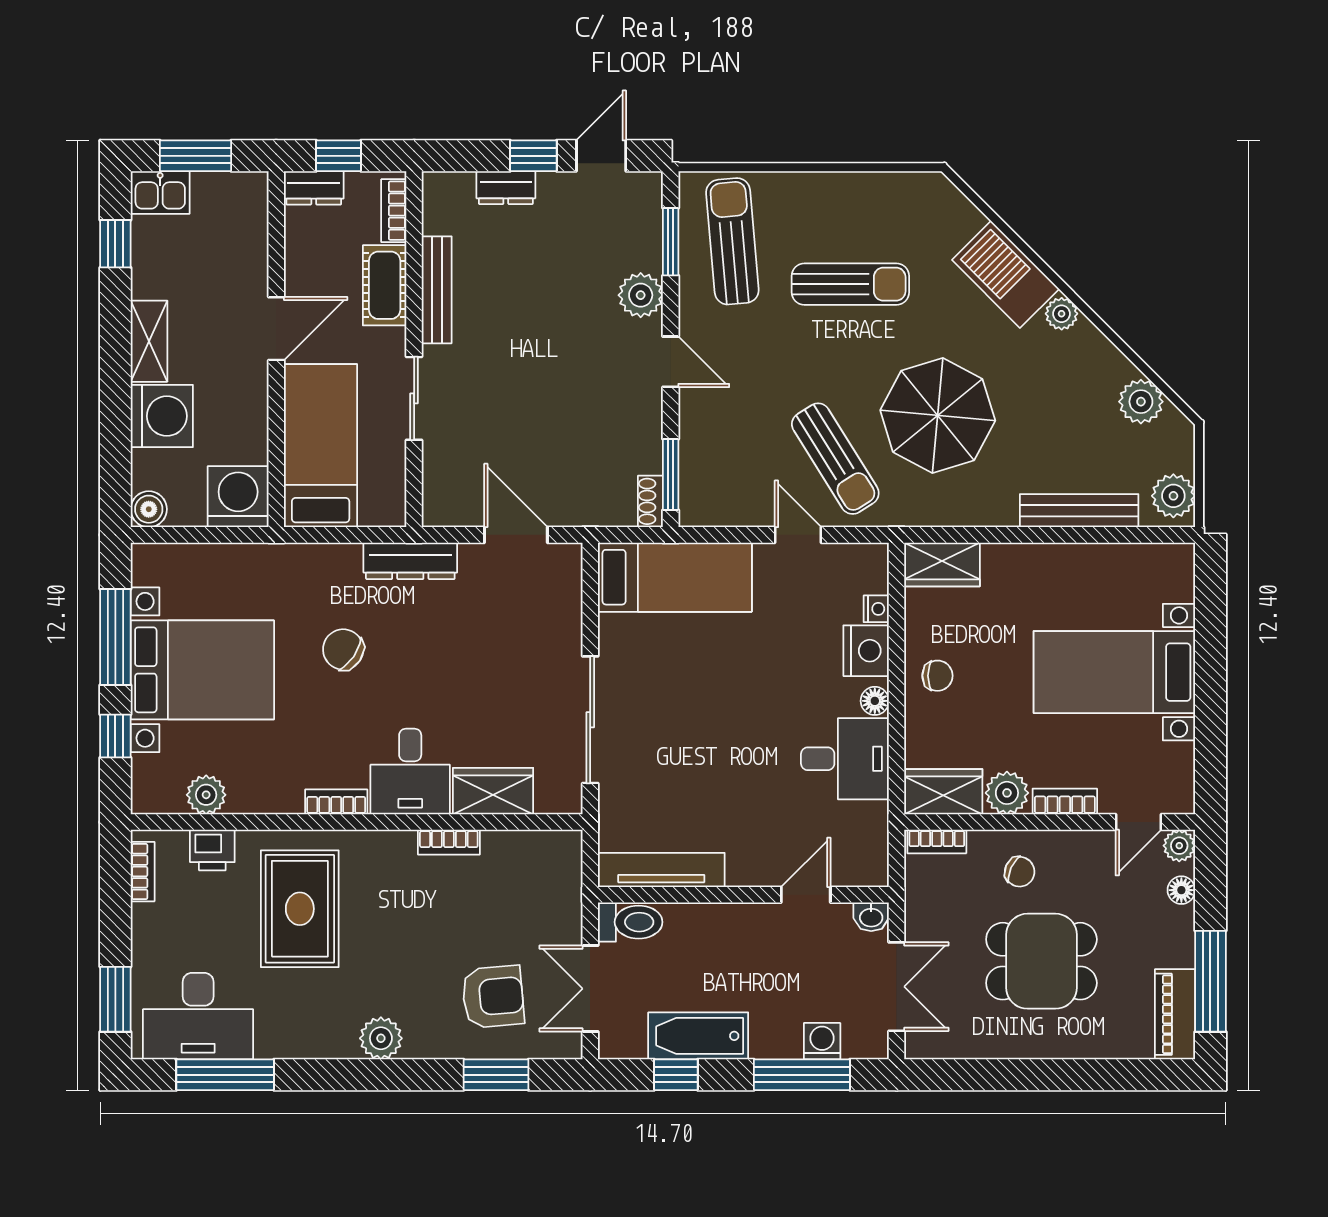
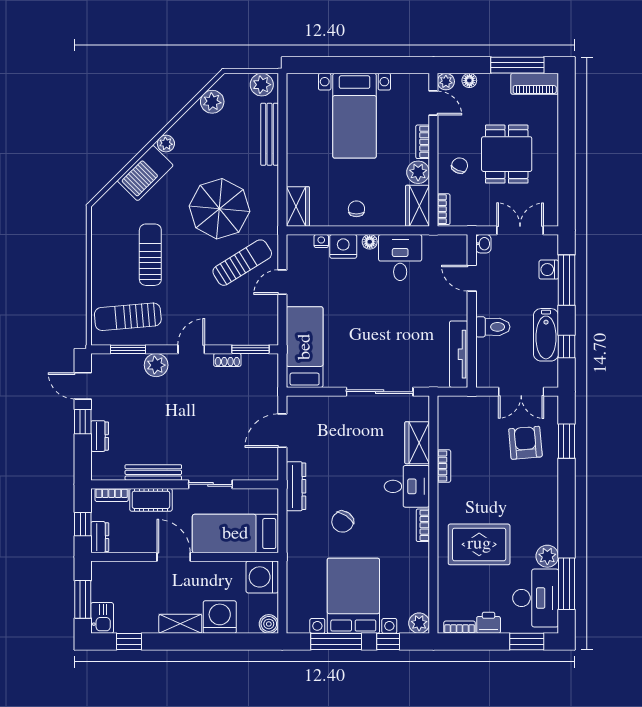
shoe rack: (650, 501) -> (227, 360), moved
plant: (206, 795) -> (419, 623), moved
printer: (212, 850) -> (489, 623), moved, turned -90
toilet: (630, 922) -> (493, 327), moved, turned 90
plant: (381, 1038) -> (547, 556), moved

